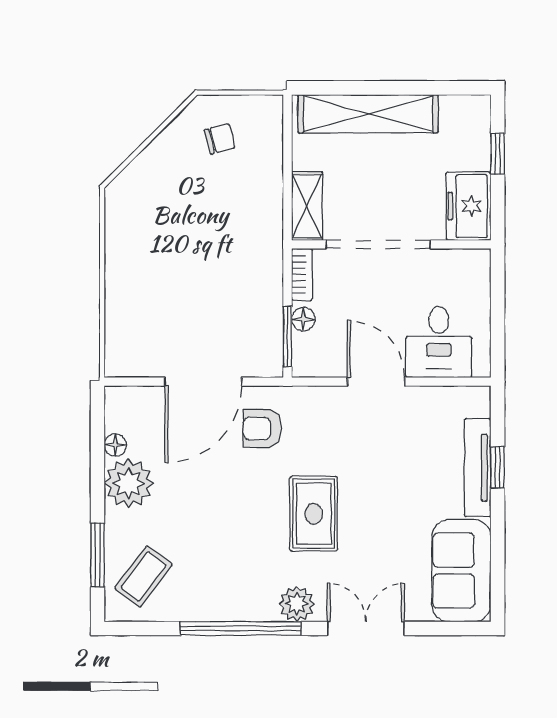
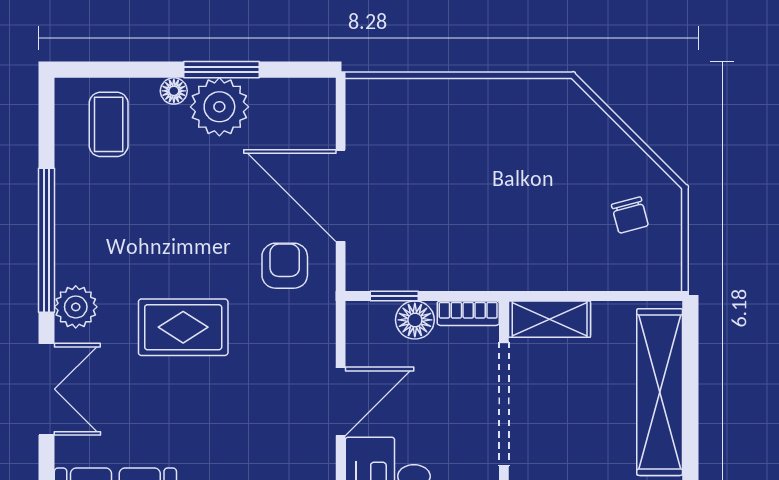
floor lamp: (303, 319) -> (415, 320), width x1.37, depth x1.37
window: (288, 337) -> (394, 296), width x0.67
floor lamp: (115, 445) -> (174, 91), moved
window: (98, 555) -> (221, 70), moved
coffee table: (143, 576) -> (109, 124), turned 53

